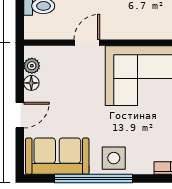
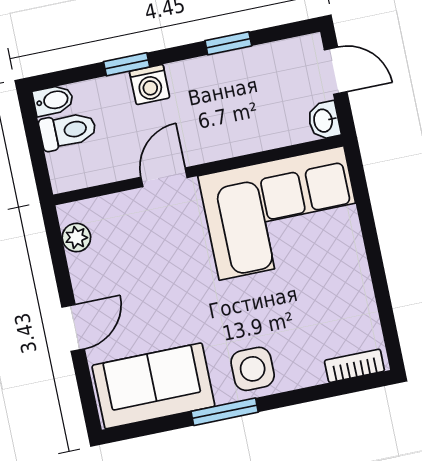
floor lamp: (31, 83) -> (82, 268), removed
window: (93, 179) -> (225, 412), width x0.47

